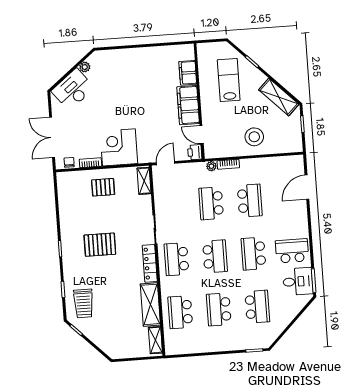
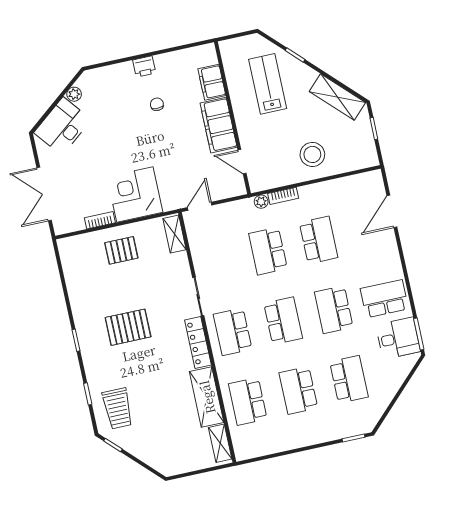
printer: (195, 152) -> (144, 67), moved, turned -90
chair: (69, 162) -> (157, 104), moved

